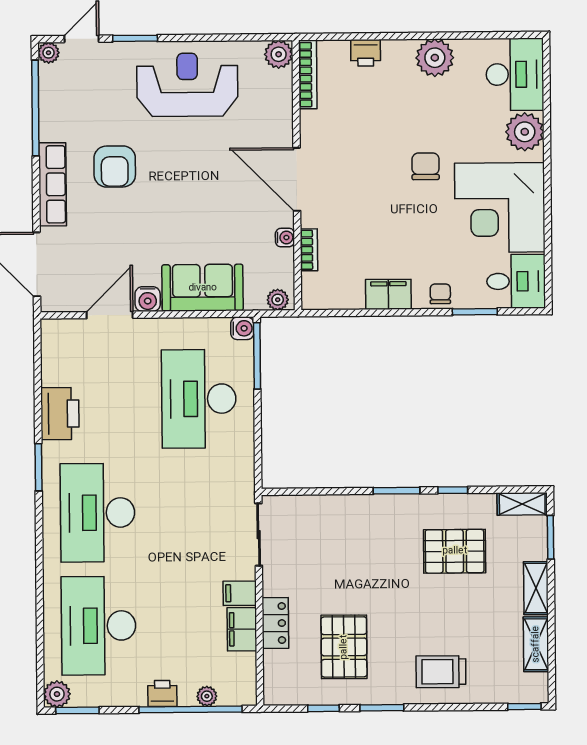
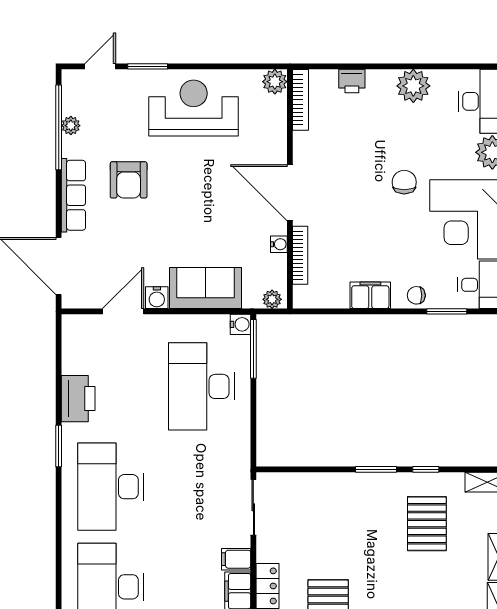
plant: (48, 53) -> (71, 126), moved
bookcase: (309, 250) -> (300, 255), width x1.56
chair: (440, 294) -> (416, 295), turned -90
pallet: (455, 551) -> (427, 524), turned 90

